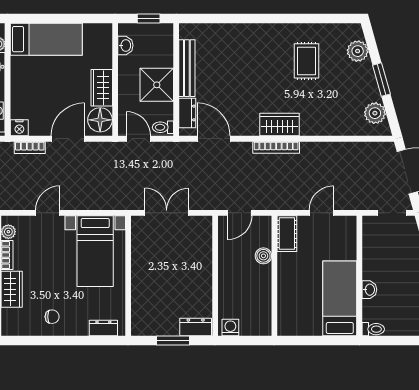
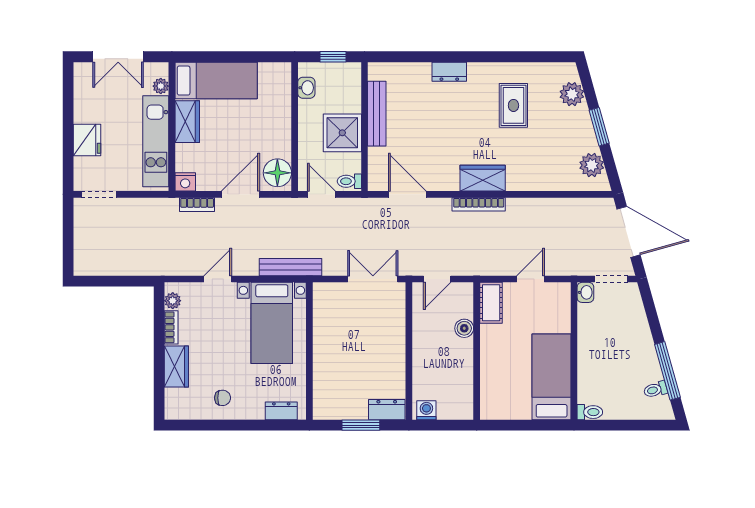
wardrobe: (102, 88) -> (187, 122), moved, turned 180
dresser: (187, 113) -> (449, 72), moved, turned 90
bench: (111, 202) -> (290, 267), added
double door: (167, 213) -> (373, 279), moved
washbasin: (369, 290) -> (585, 292), moved

